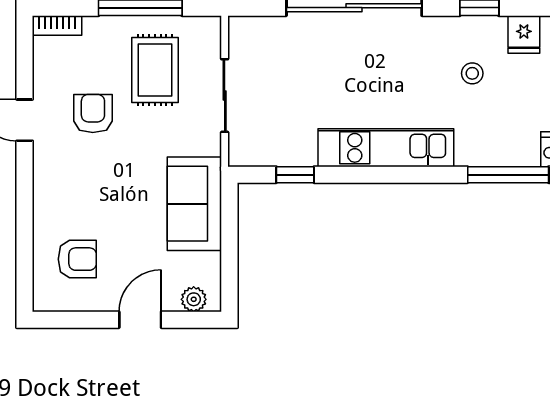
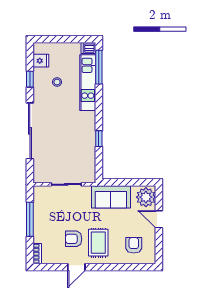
rug: (155, 70) -> (98, 243), moved, turned 90
kitchen unit: (386, 148) -> (88, 83), moved
window: (295, 175) -> (99, 139), moved
plant: (194, 299) -> (146, 197), width x1.88, depth x1.88

